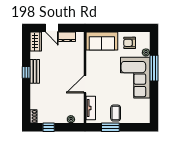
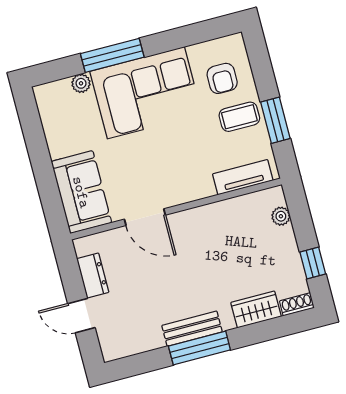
door: (52, 28) -> (81, 316), swing flipped
wardrobe: (36, 42) -> (256, 309), moved
armchair: (130, 43) -> (222, 78), moved
window: (26, 72) -> (199, 348), width x2.17
door: (85, 84) -> (145, 217), moved

